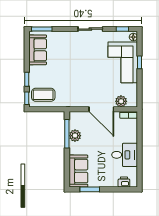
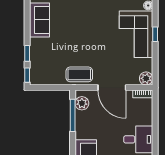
coffee table: (43, 95) -> (79, 74), moved
plant: (121, 101) -> (146, 78), moved
plant: (75, 136) -> (82, 103), moved

